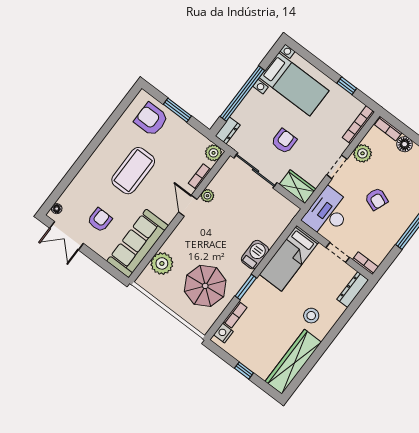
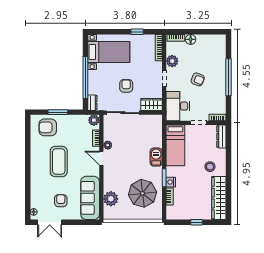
nightstand: (223, 333) -> (171, 182), moved

